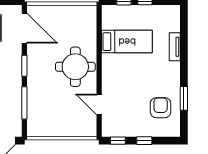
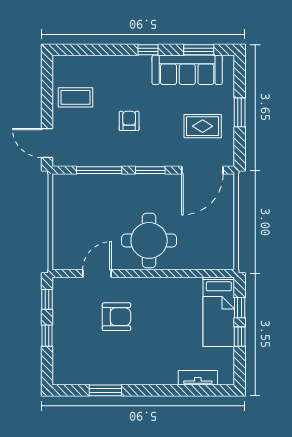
bed: (127, 42) -> (219, 312), moved
tv unit: (175, 47) -> (198, 378), moved
armchair: (161, 108) -> (116, 317), moved

